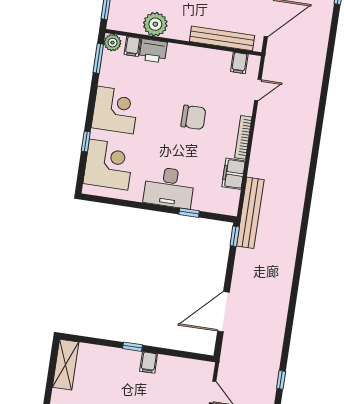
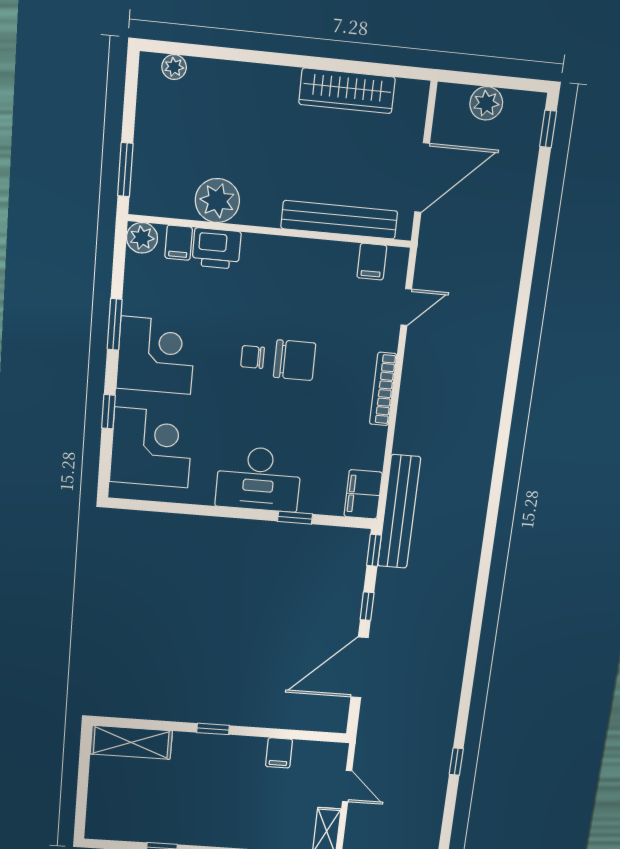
window: (98, 58) -> (115, 324), moved
chair: (170, 114) -> (252, 357), added
filing cabinet: (234, 174) -> (363, 494), moved
window: (229, 272) -> (367, 606), added
filing cabinet: (149, 362) -> (279, 753), moved
shelving: (66, 365) -> (131, 742), moved, turned 90

